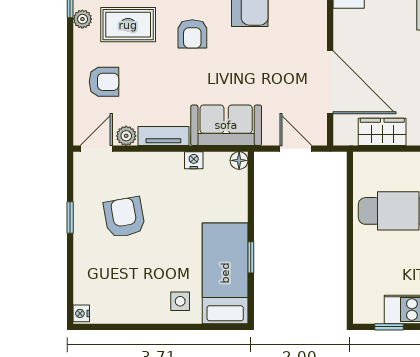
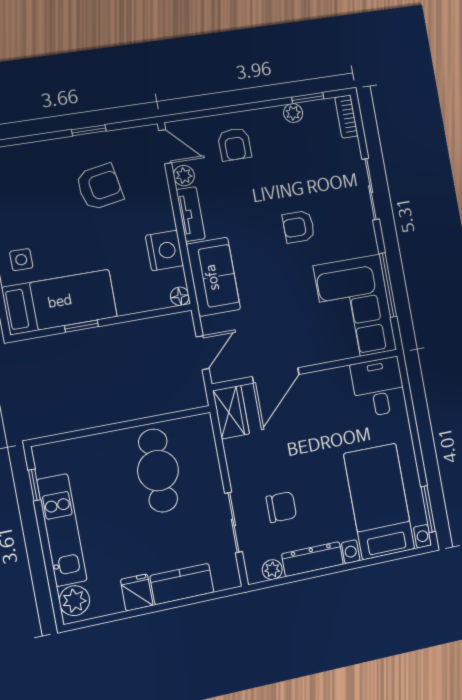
rug: (128, 25) -> (296, 160), removed
door: (330, 82) -> (276, 375), width x0.73
wardrobe: (382, 132) -> (231, 412), moved
nightstand: (194, 160) -> (165, 251), width x1.89, depth x1.79

